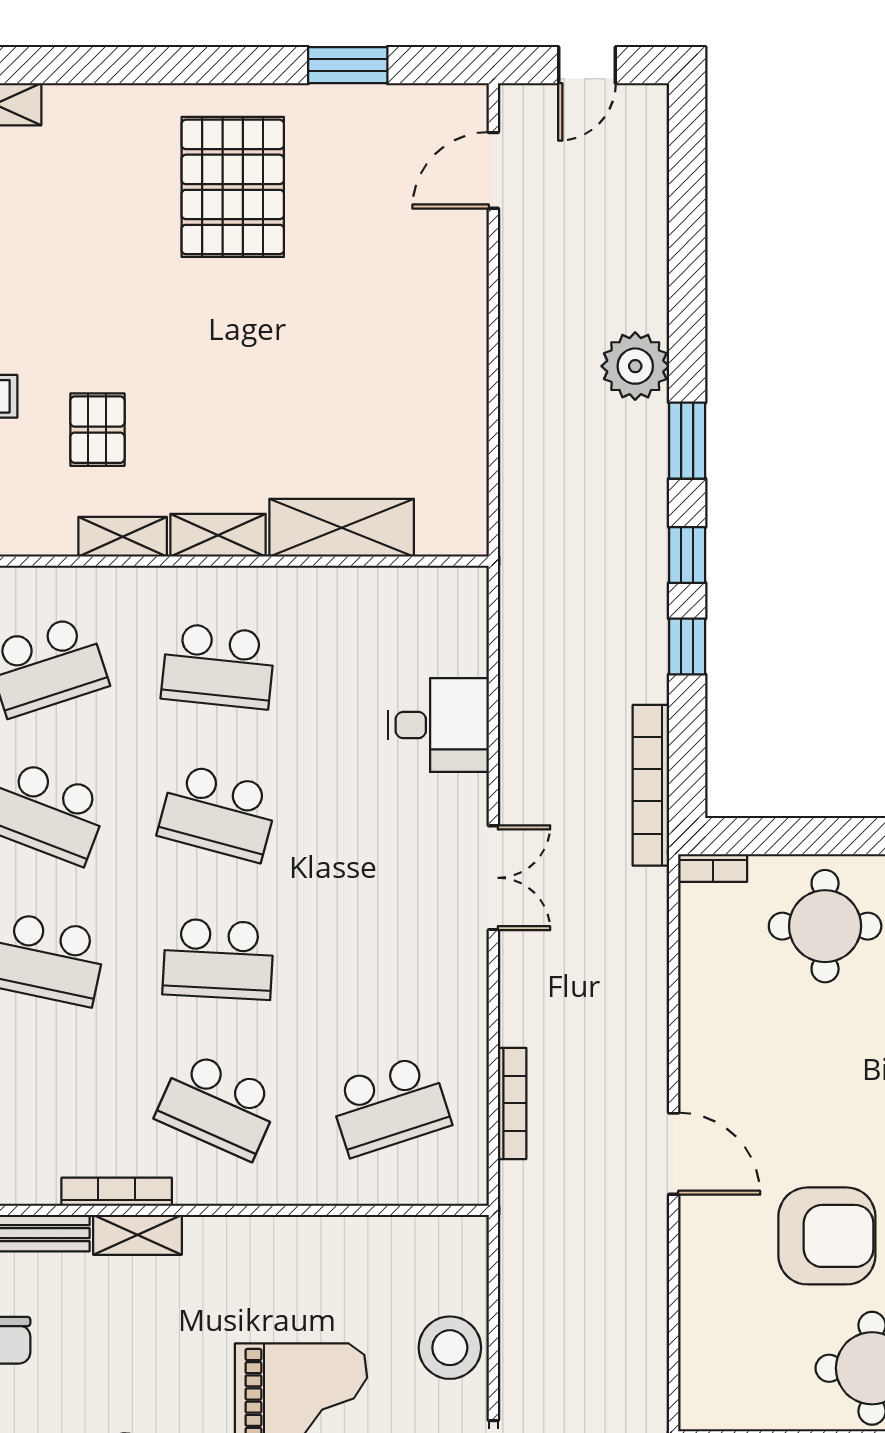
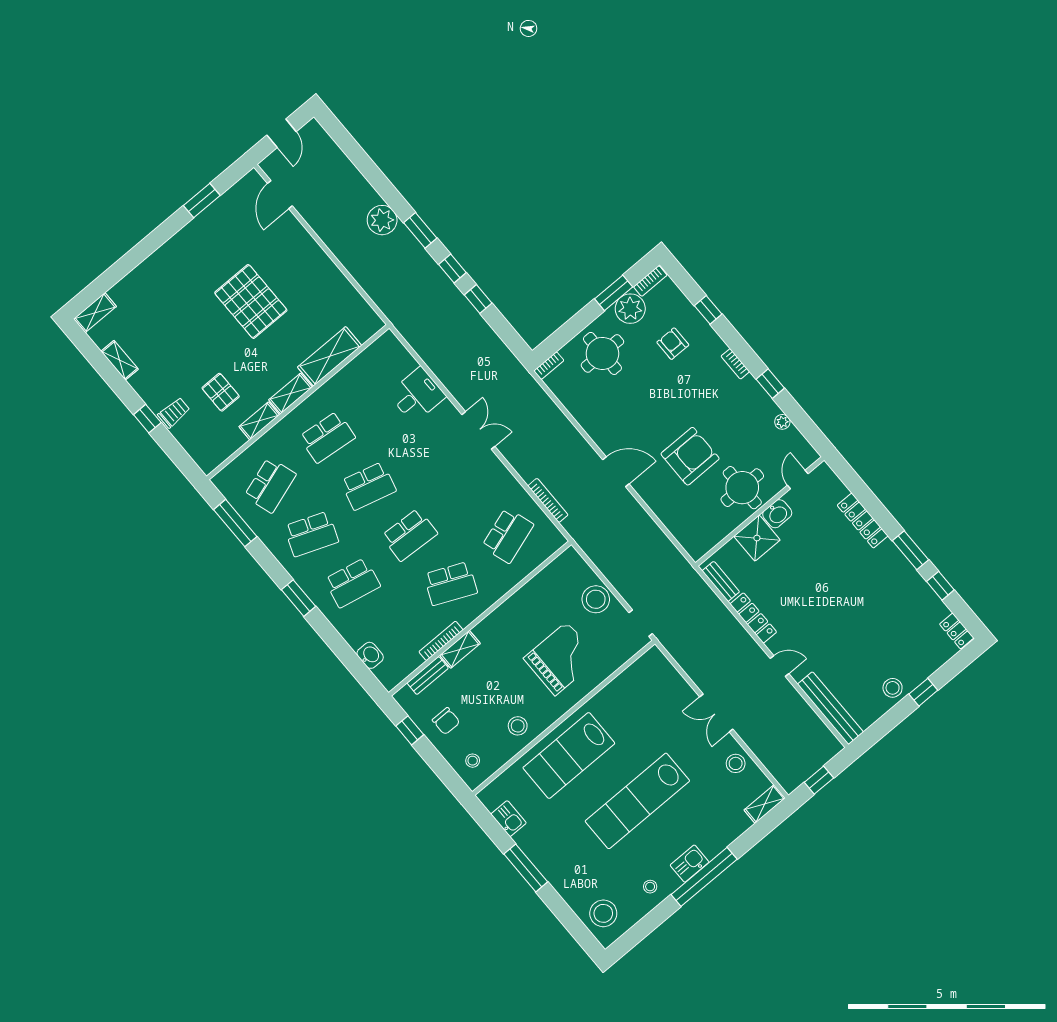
pallet: (233, 187) -> (251, 301), moved
bookcase: (651, 785) -> (505, 355), removed

